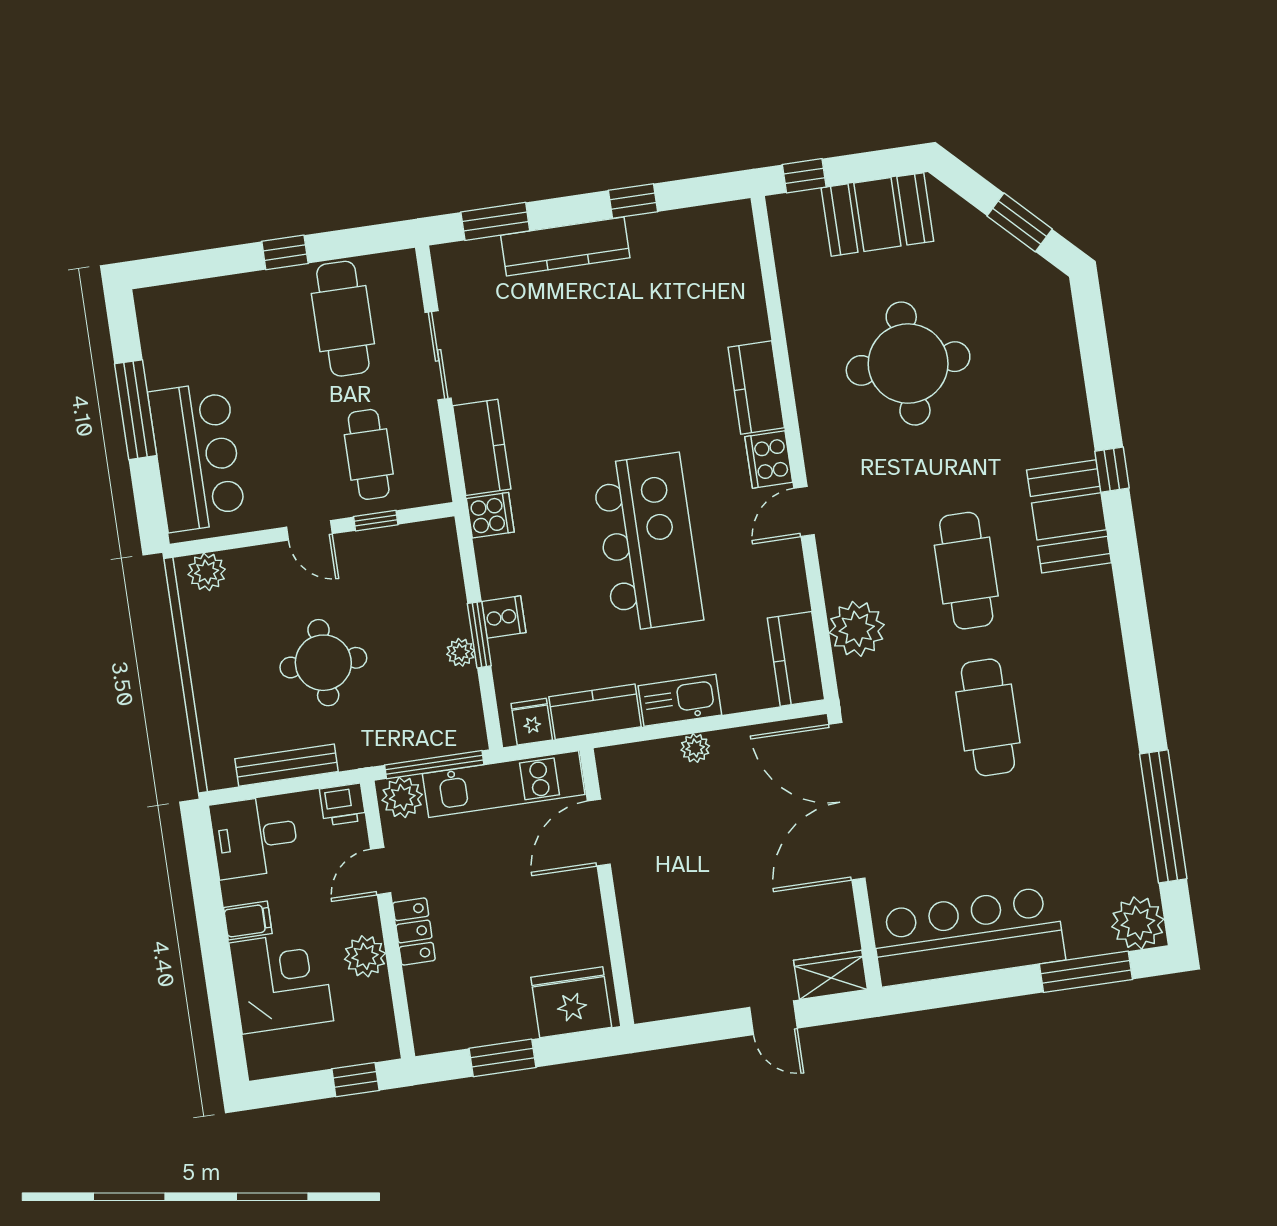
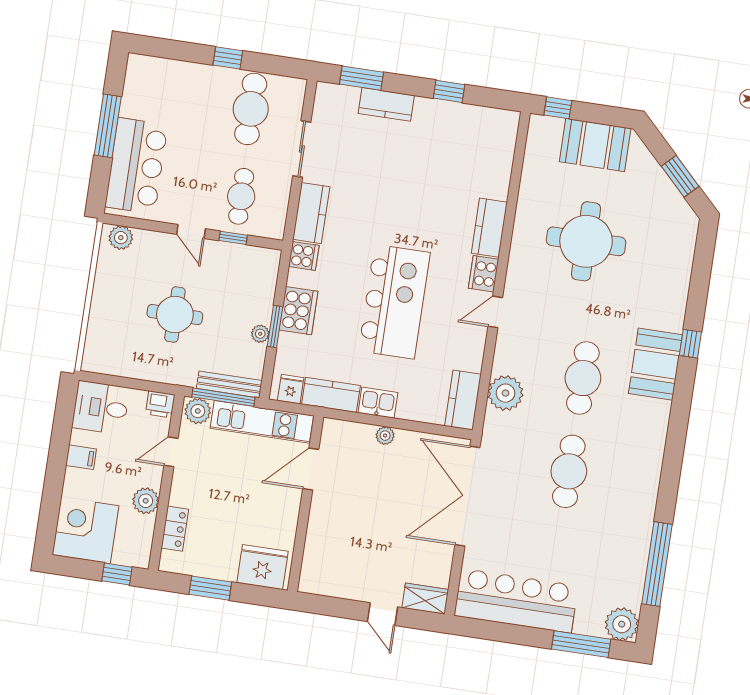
kitchen counter: (565, 246) -> (386, 104), width x0.67
cooker: (504, 617) -> (298, 311), width x1.87, depth x1.31
kitchen sink: (680, 700) -> (378, 403), width x0.73
bench: (286, 765) -> (229, 384), moved
locker: (414, 931) -> (175, 529), moved
corner desk: (281, 982) -> (85, 530), moved, turned -90

